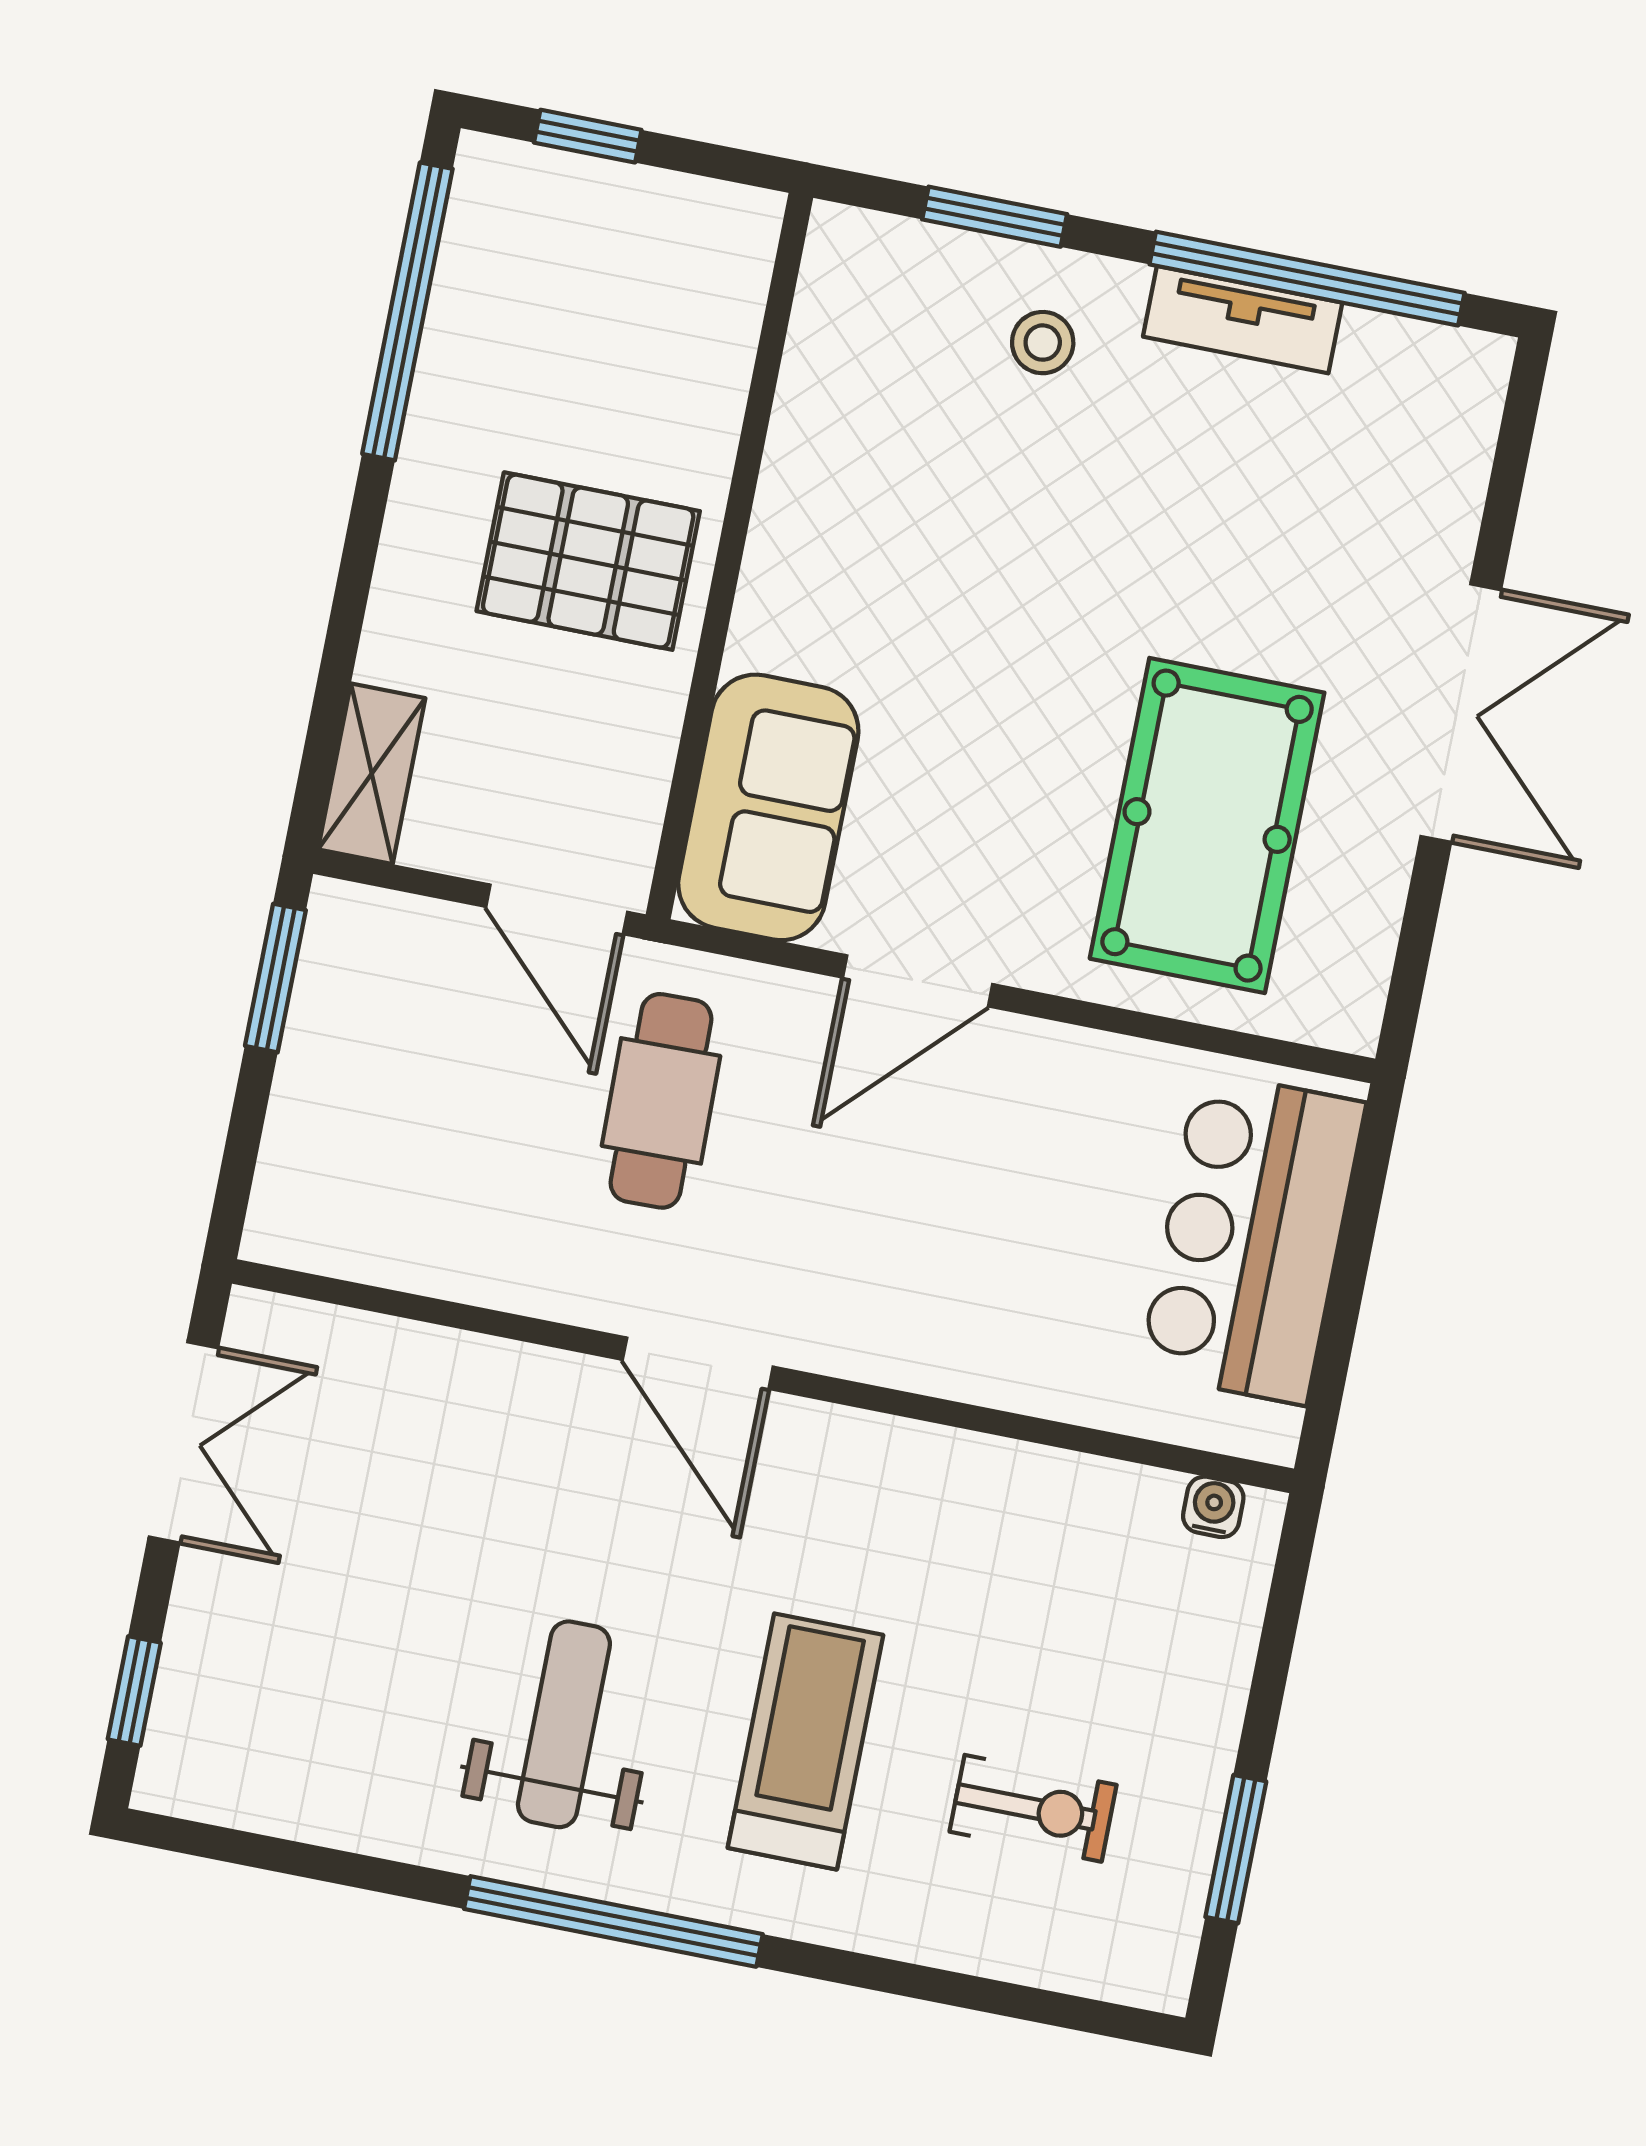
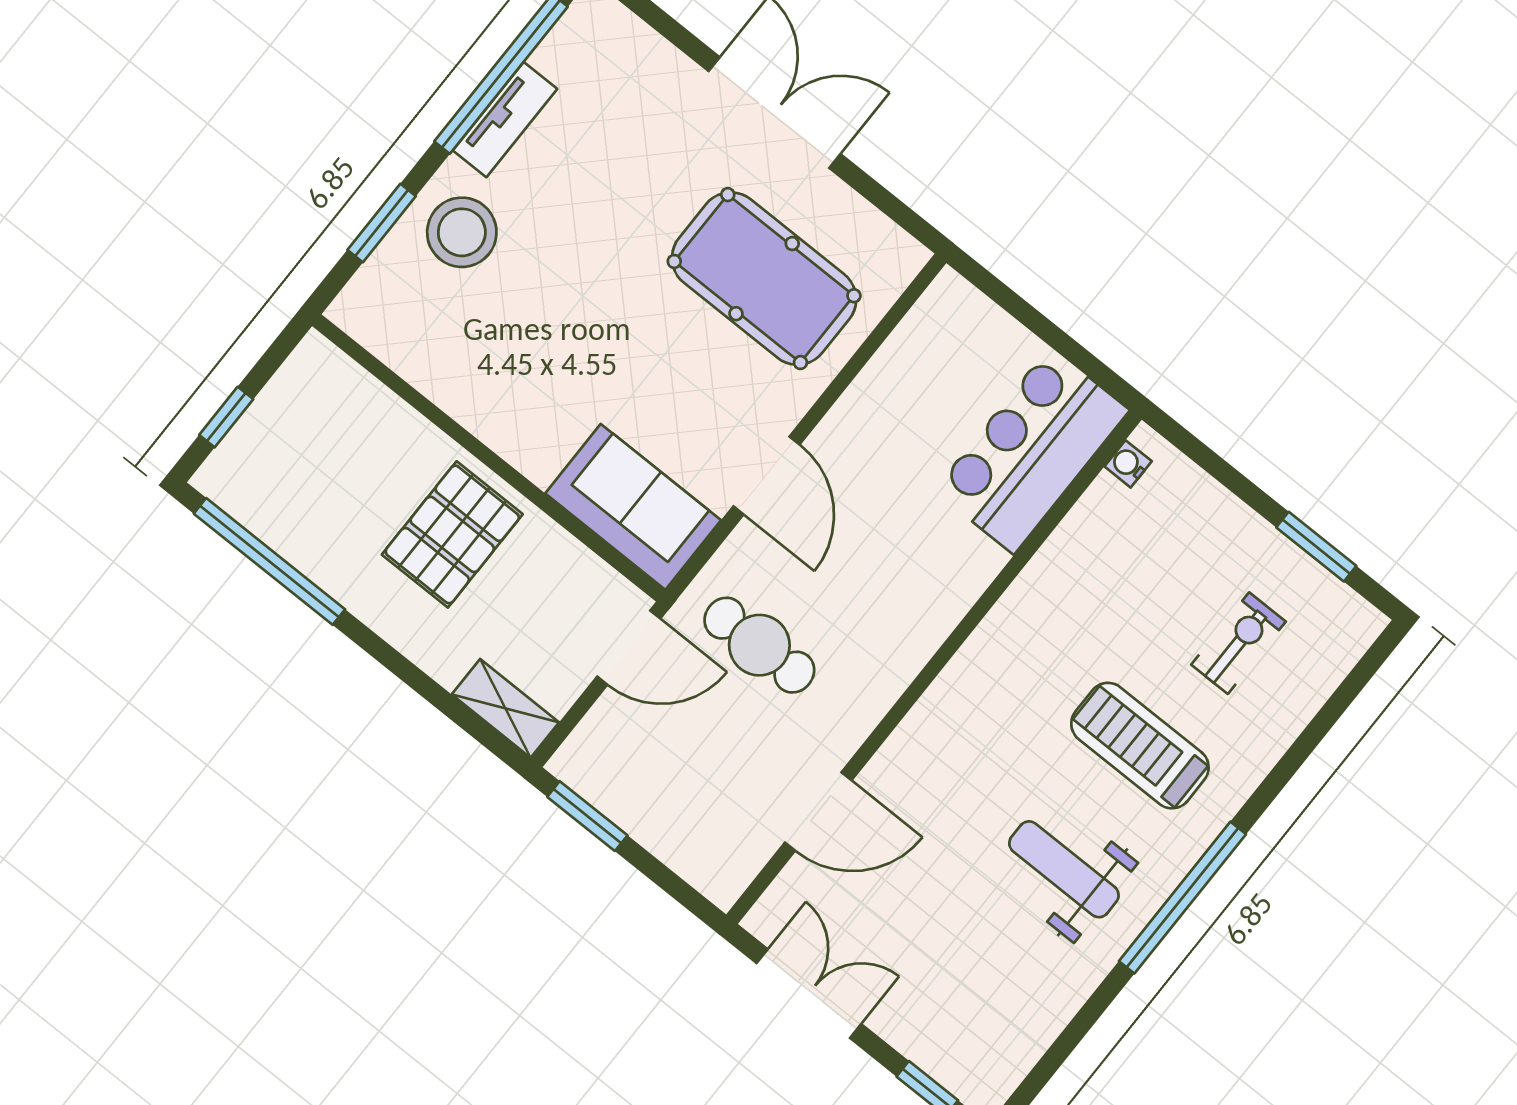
stool: (1043, 343) -> (462, 232), width x1.89, depth x1.89
bar counter: (1252, 1238) -> (1032, 450), moved, turned 90
door: (698, 1363) -> (818, 811), moved

